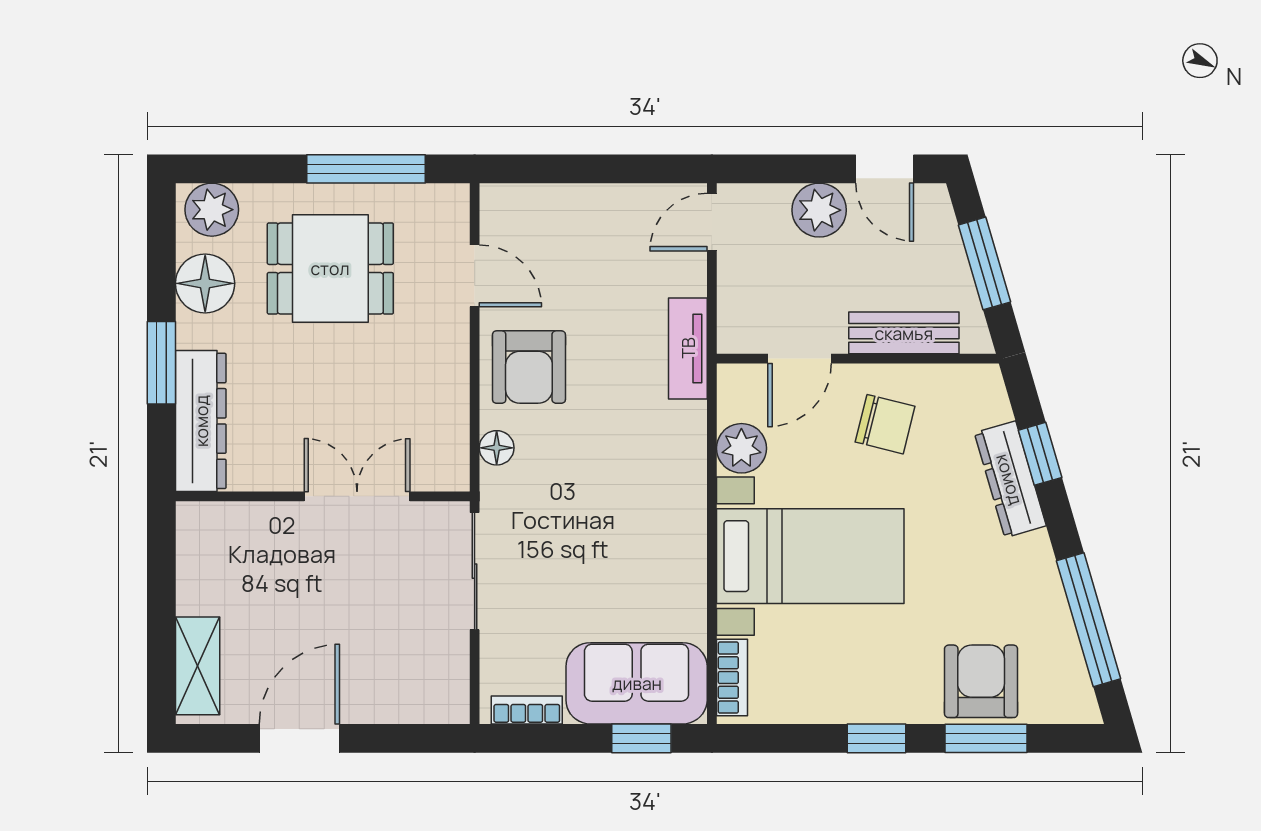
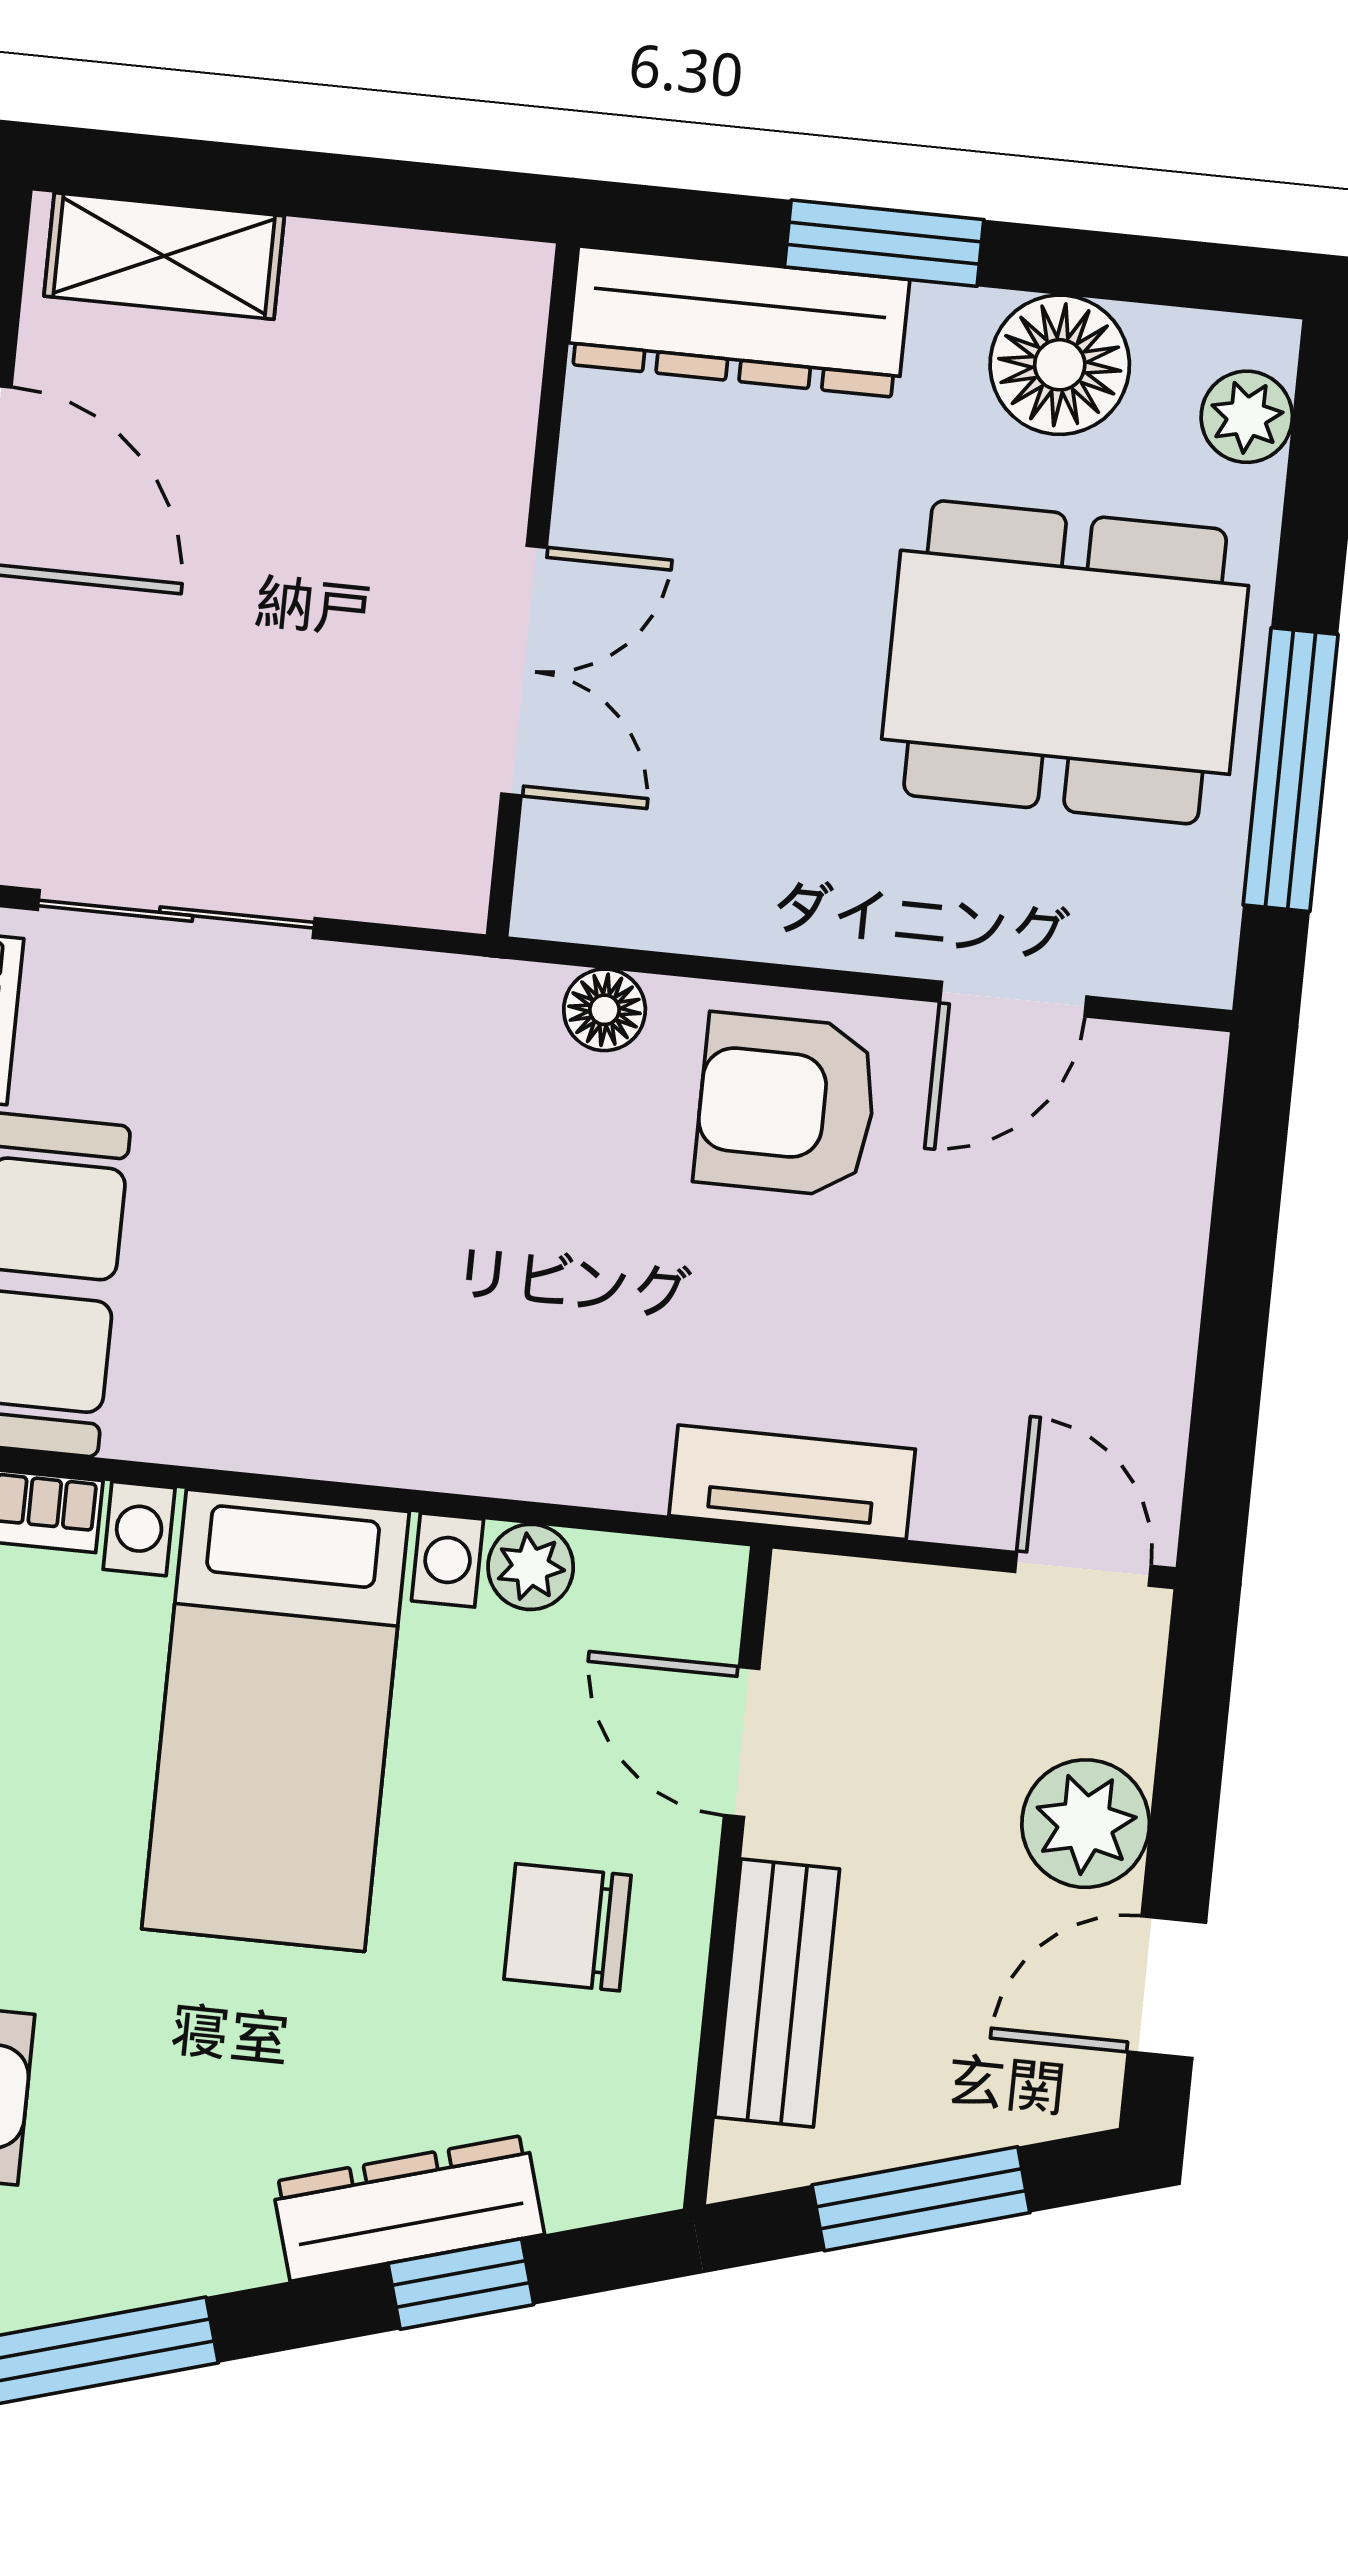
plant: (212, 210) -> (1247, 417), width x0.73, depth x0.73
dining table: (330, 268) -> (1065, 662), width x1.38
chair: (885, 424) -> (567, 1927), turned 76
plant: (741, 448) -> (531, 1567), width x0.73, depth x0.73
sliding door: (475, 571) -> (176, 914), moved

